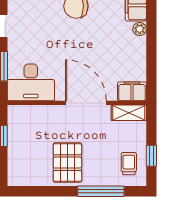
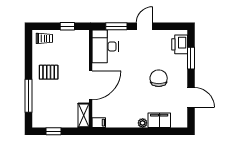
filing cabinet: (132, 91) -> (99, 123), width x0.50
pallet: (67, 163) -> (49, 72), width x0.67, depth x0.71
trolley: (129, 164) -> (44, 38), moved

